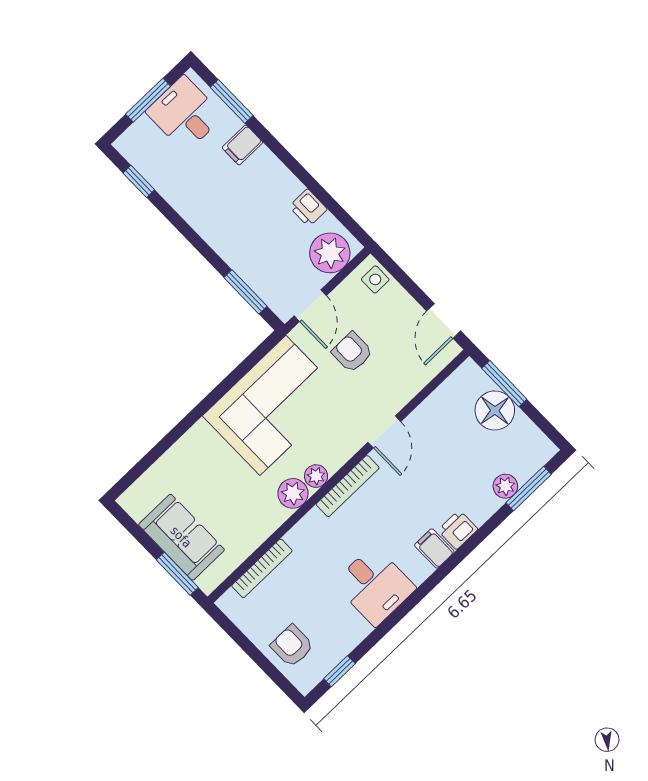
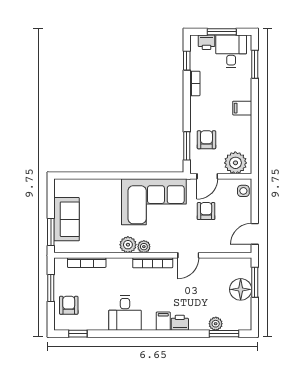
filing cabinet: (242, 145) -> (242, 108), moved
bookcase: (178, 201) -> (195, 83), added
printer: (308, 208) -> (207, 42), moved, turned -90
armchair: (263, 259) -> (206, 140), added
window: (247, 646) -> (51, 288), added

